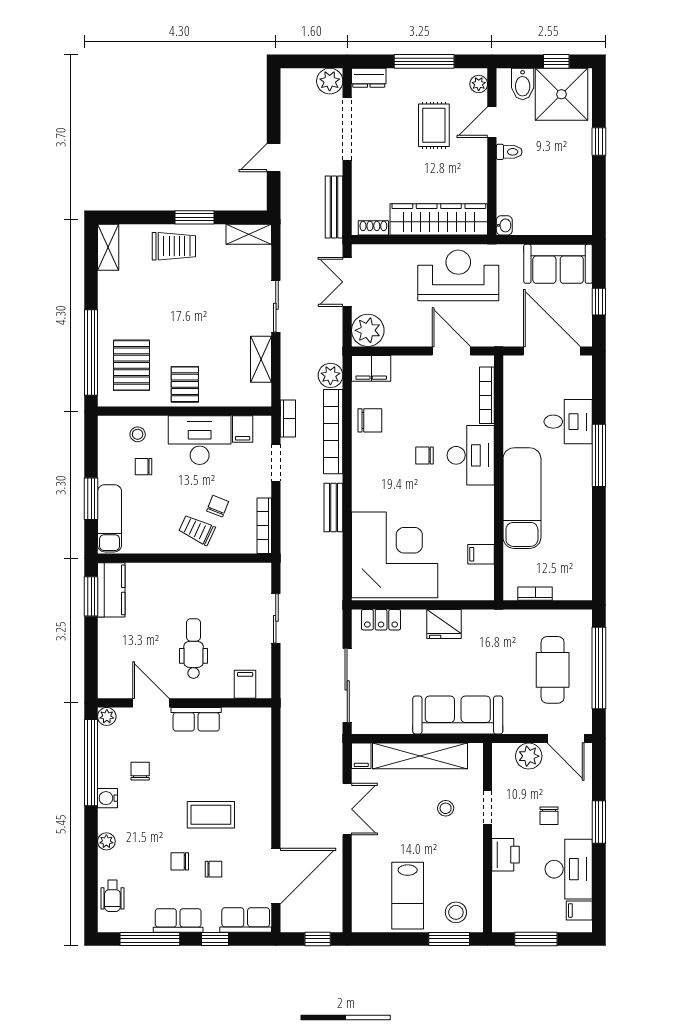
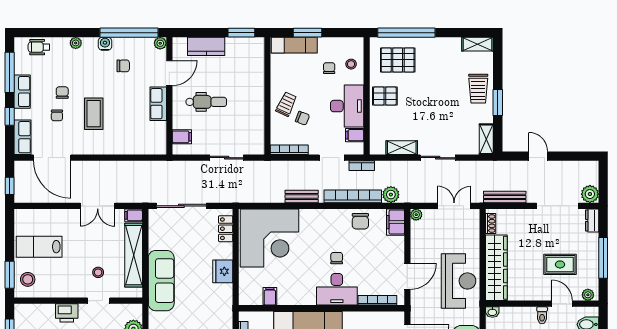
plant: (368, 330) -> (416, 215), width x0.53, depth x0.53
kitchen counter: (111, 590) -> (206, 46), moved

